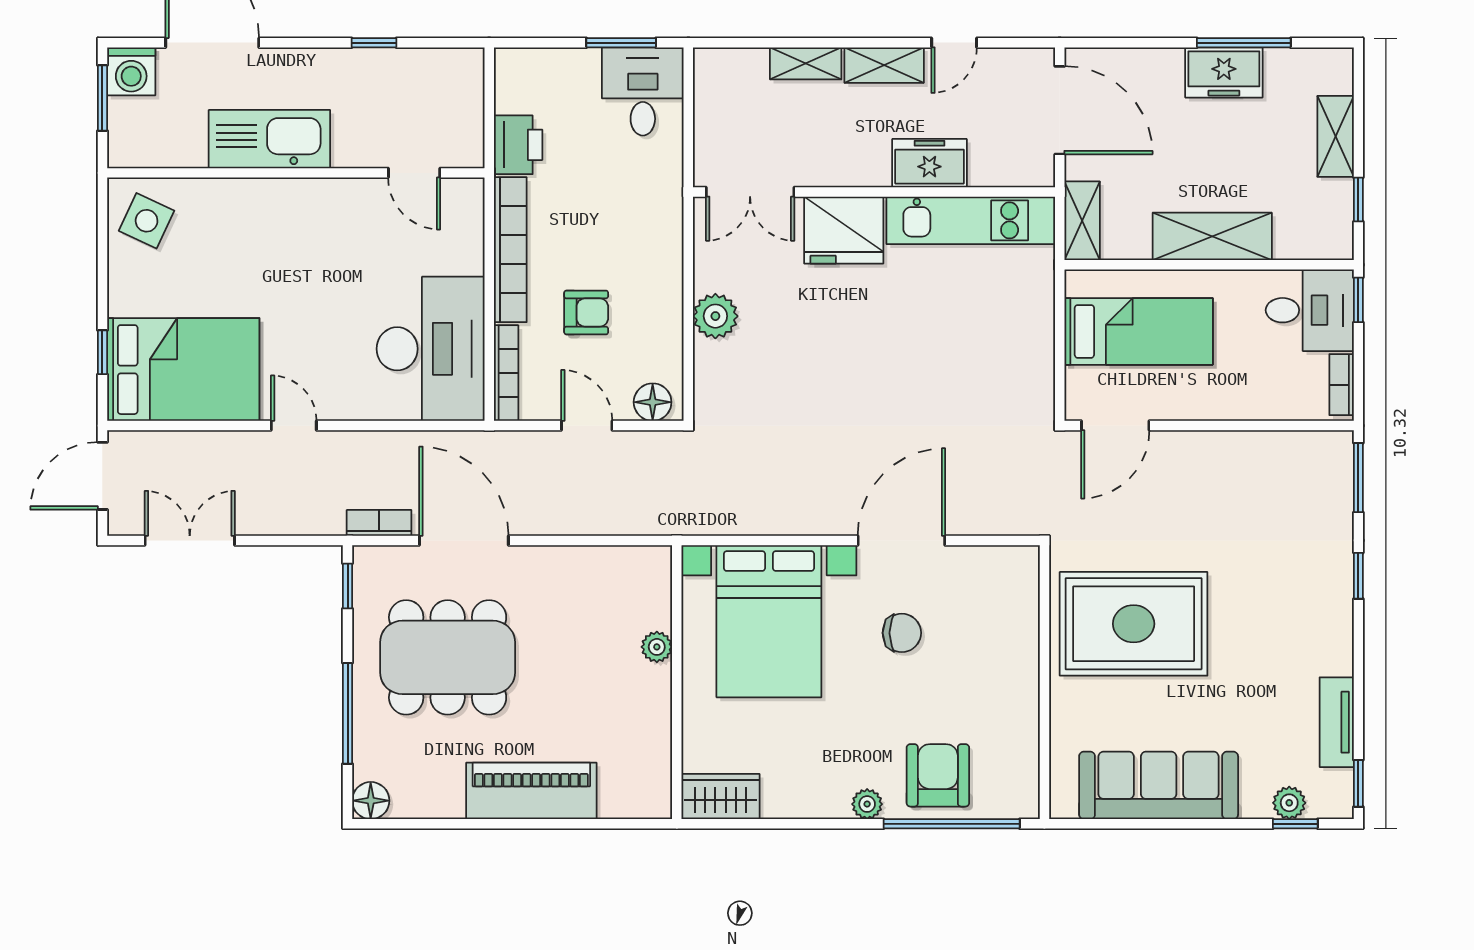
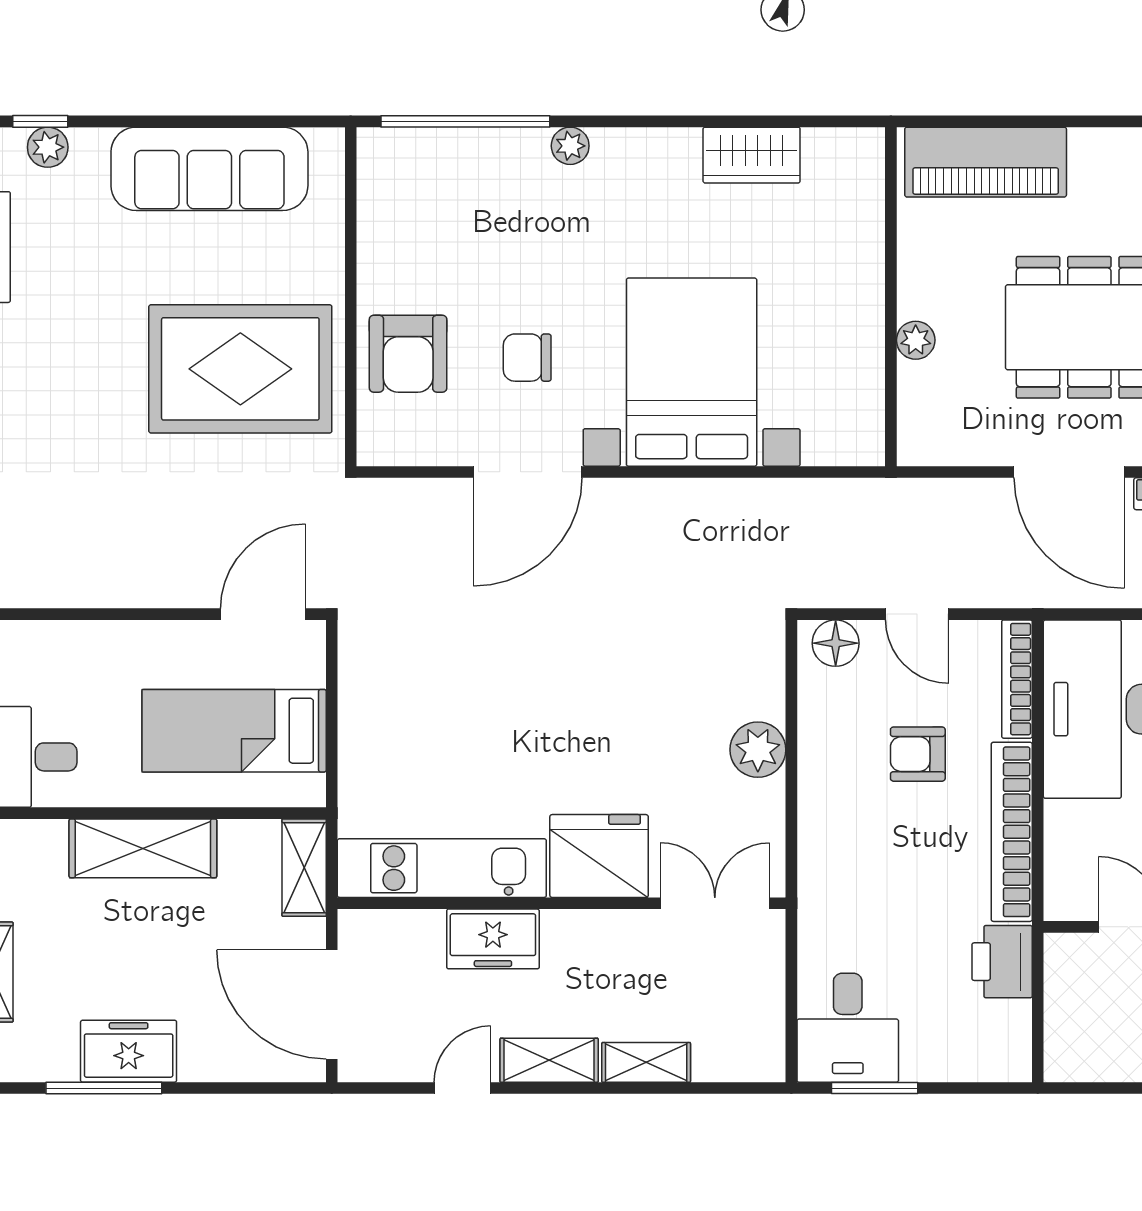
plant: (657, 647) -> (916, 340), moved
wall: (677, 682) -> (891, 297), moved
armchair: (938, 775) -> (408, 354), moved

